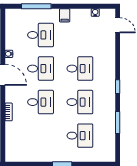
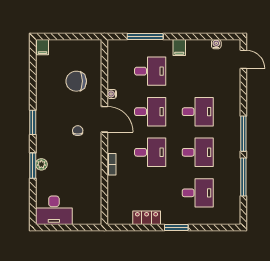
window: (118, 87) -> (243, 134), width x2.17
window: (118, 123) -> (243, 177), width x1.44
locker: (38, 156) -> (147, 218), added

